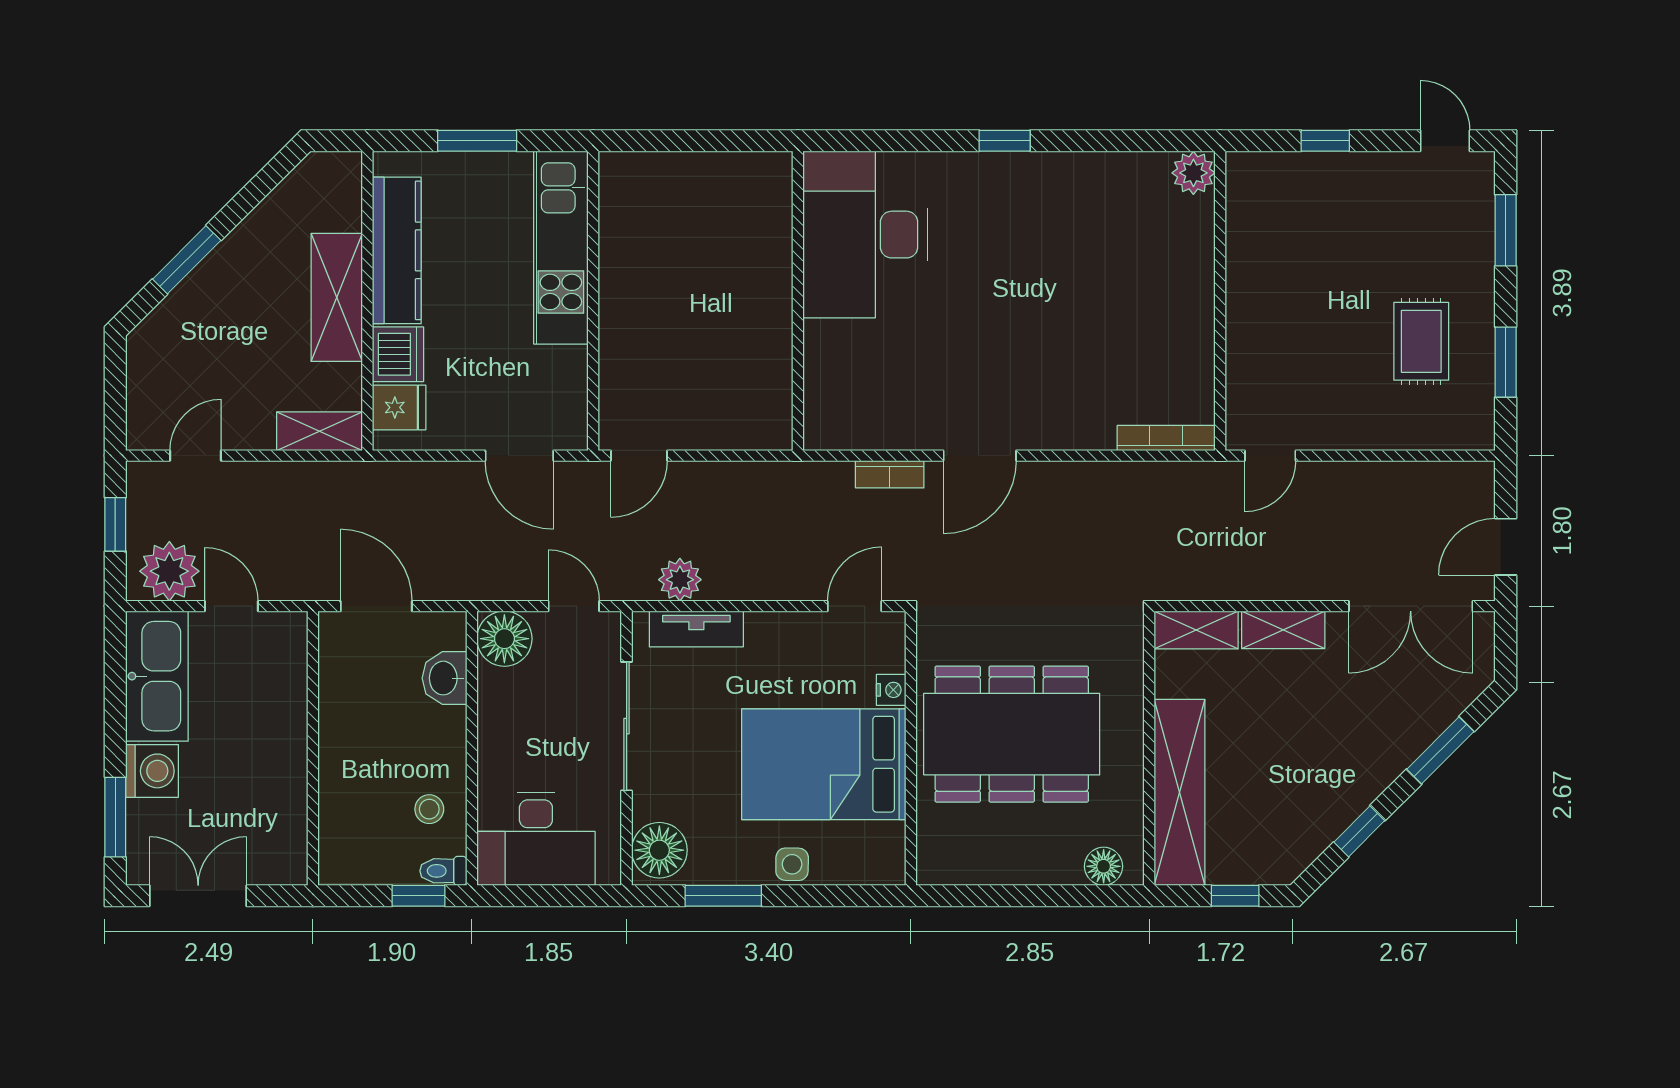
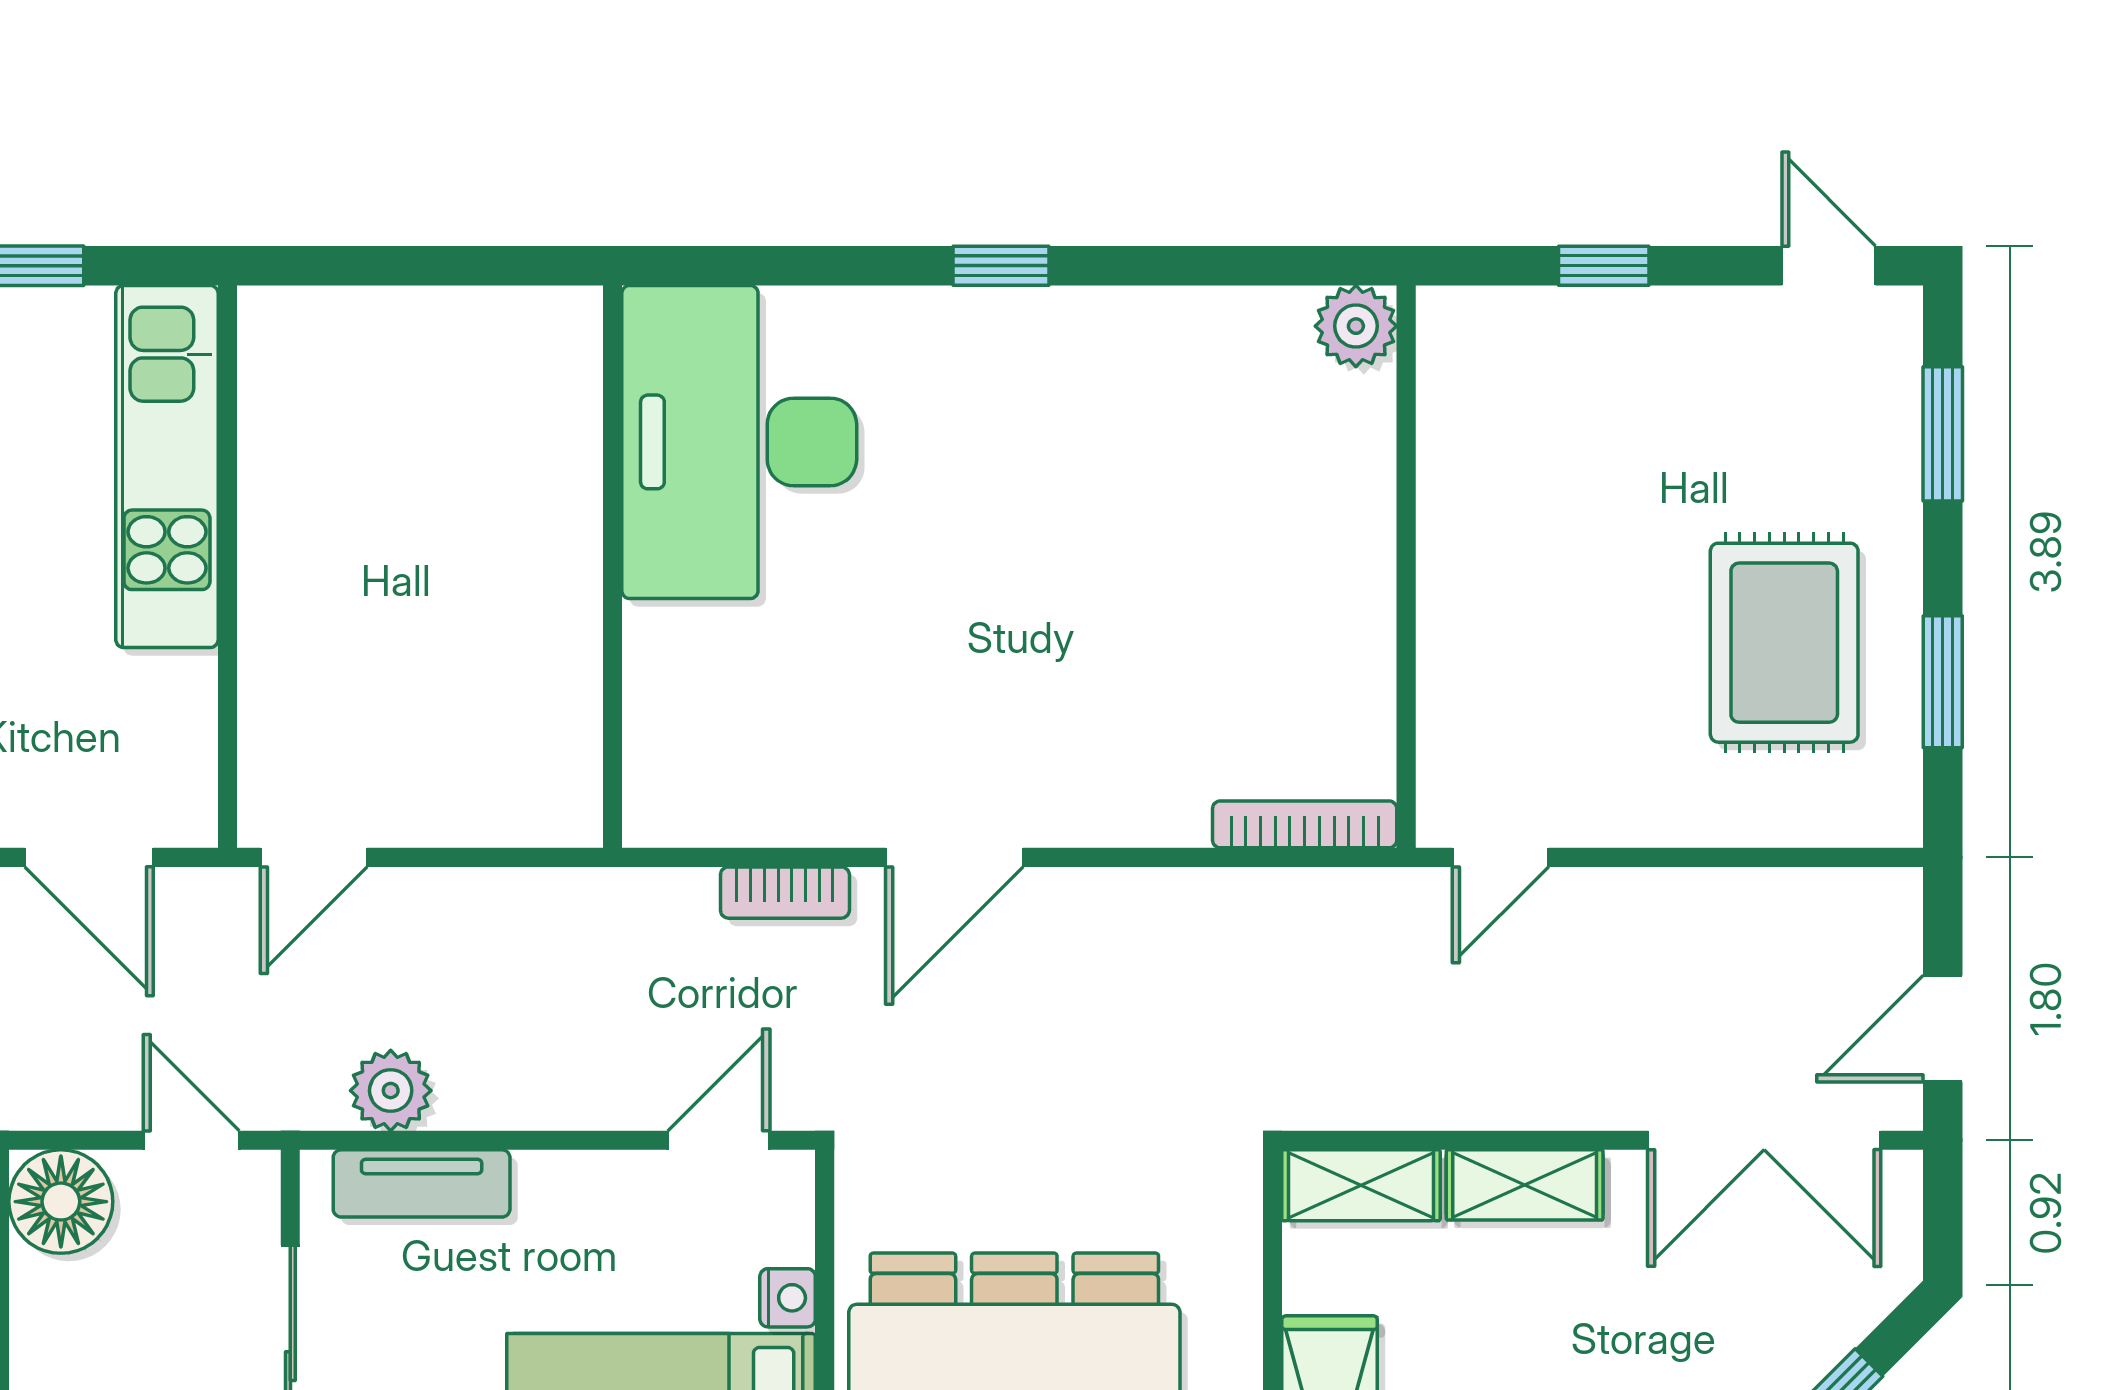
rug: (1421, 341) -> (1784, 643), width x1.36, depth x1.43

